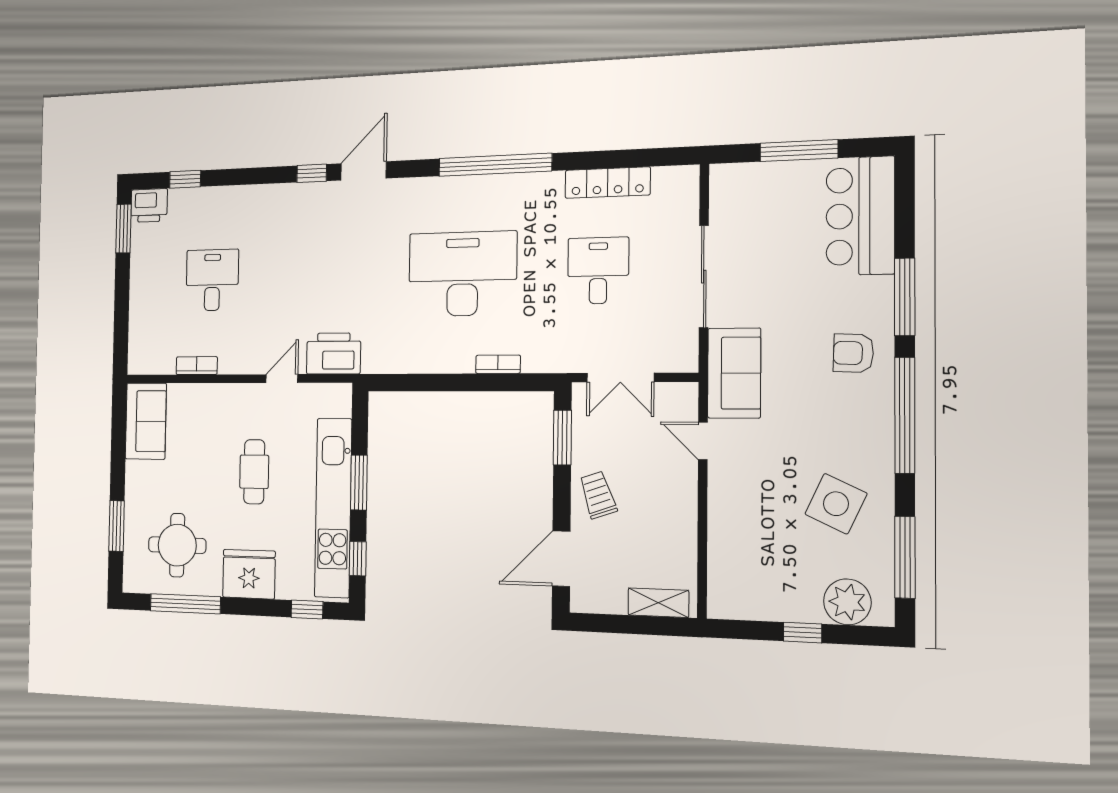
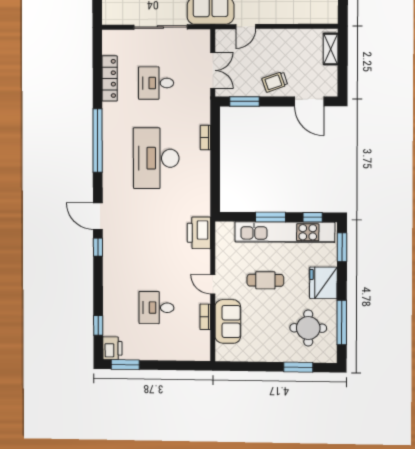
door: (282, 379) -> (213, 284), moved
sofa: (146, 421) -> (228, 321), moved, turned 90
window: (307, 609) -> (342, 247), width x1.50

